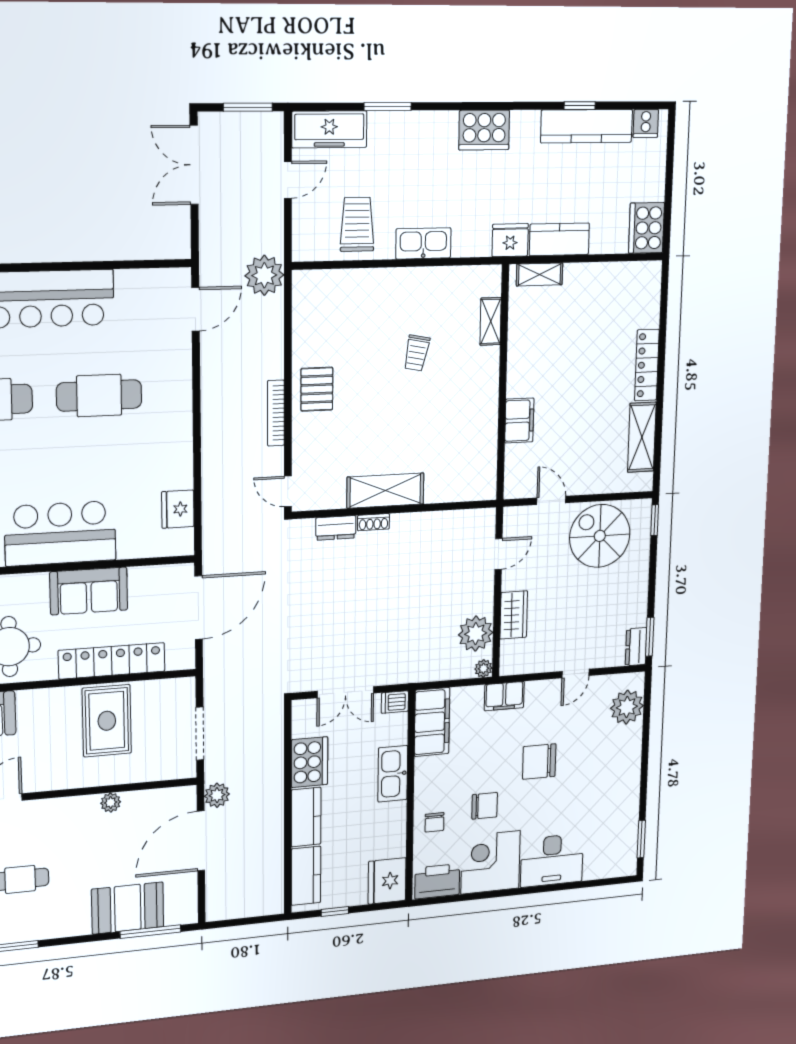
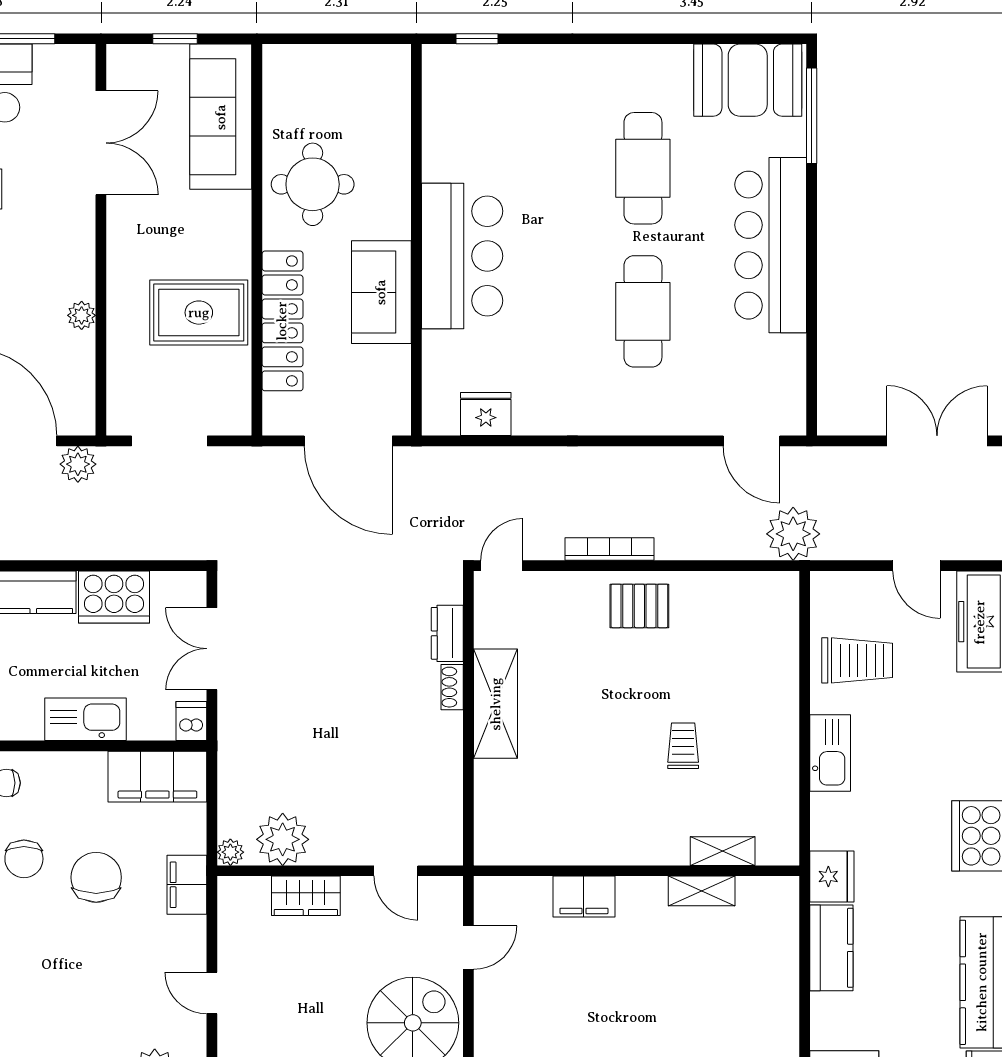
shelving: (540, 274) -> (702, 891), moved, turned 90
trolley: (417, 353) -> (683, 746), turned 79
chair: (539, 762) -> (96, 877), moved

